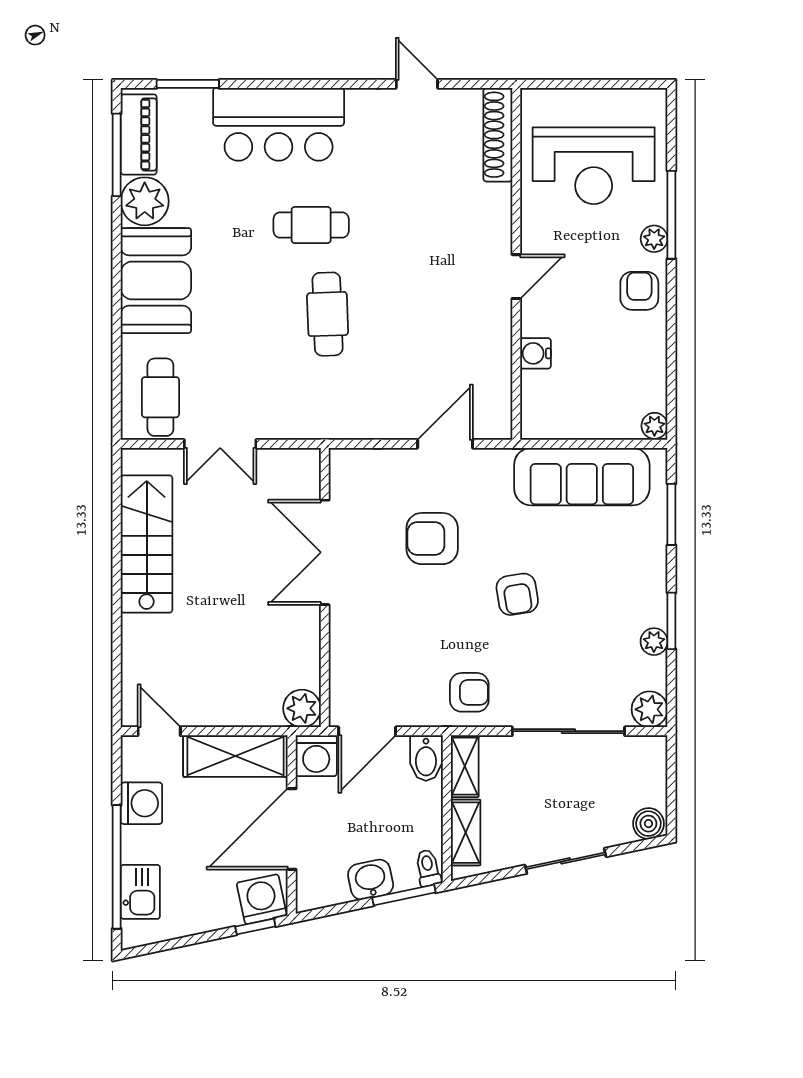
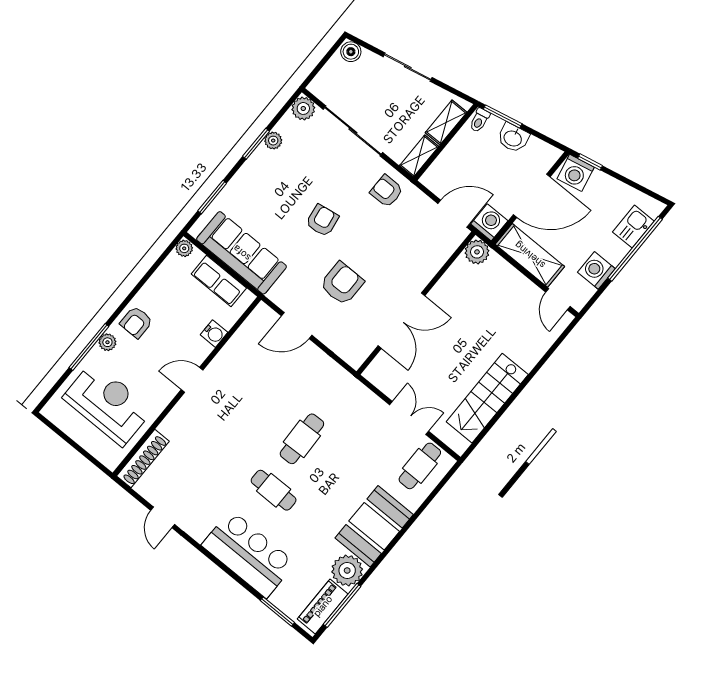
row of seats: (581, 421) -> (219, 281), added
armchair: (432, 539) -> (342, 283), turned -90
bidet: (426, 758) -> (435, 176), removed

